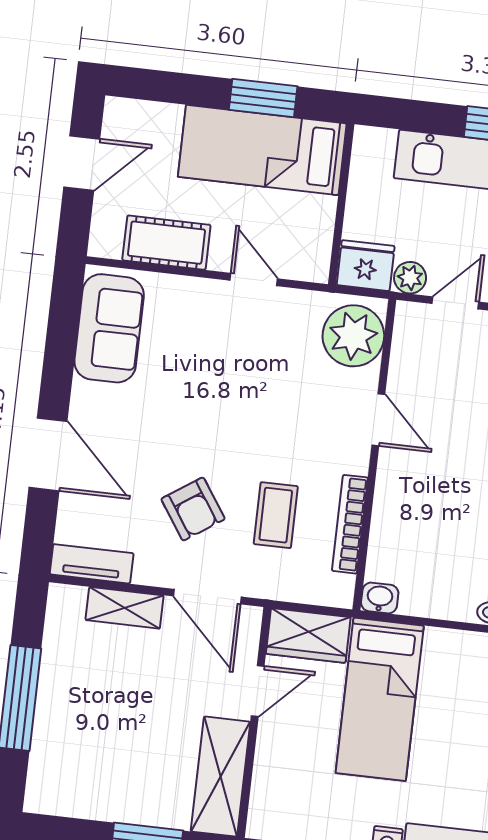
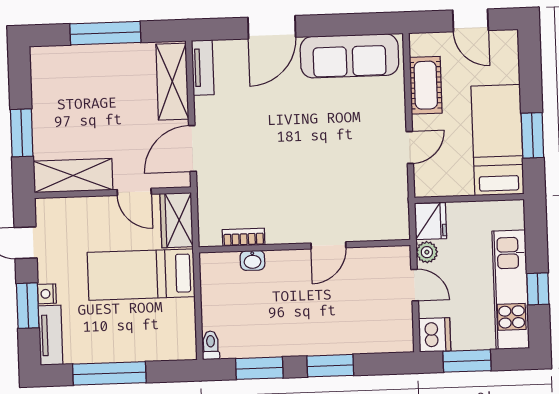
sofa: (109, 328) -> (349, 56), width x1.36
plant: (353, 336) -> (382, 220), removed
armchair: (193, 509) -> (250, 130), removed
coffee table: (276, 515) -> (254, 186), removed
bookcase: (350, 524) -> (244, 237), width x0.64
washbasin: (380, 598) -> (252, 260), moved, turned 90
shelving: (125, 608) -> (172, 82), width x1.50, depth x1.33

